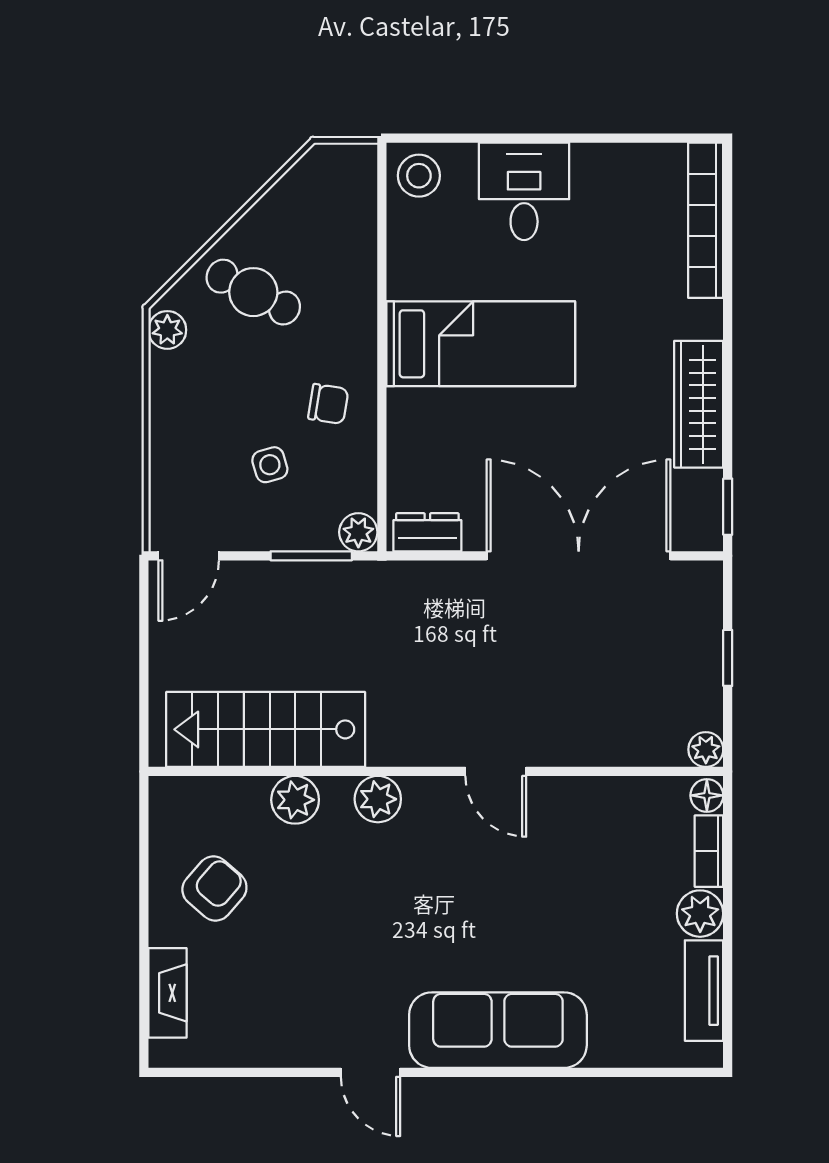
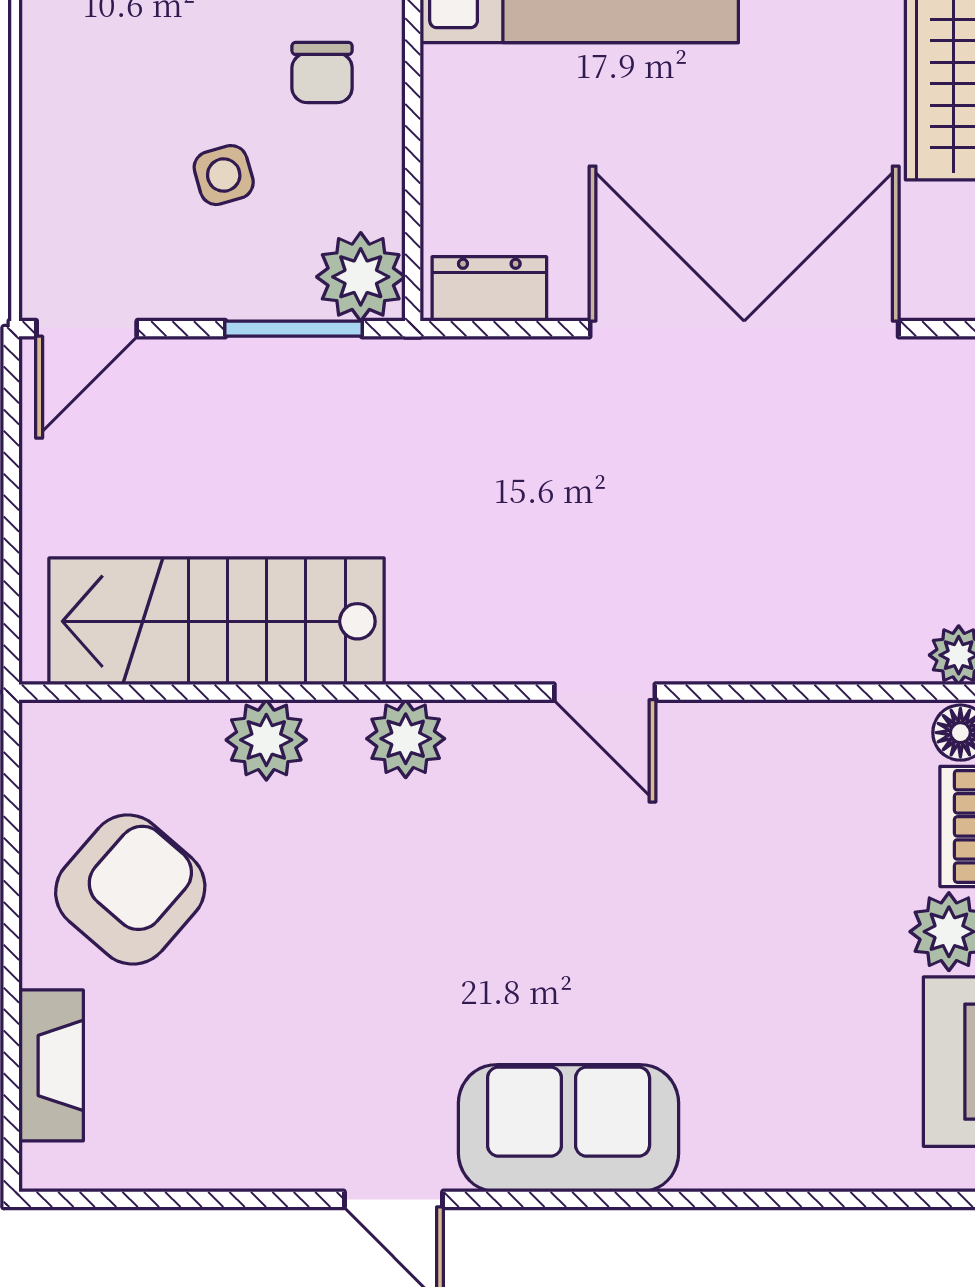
chair: (328, 404) -> (322, 72), turned 81
plant: (358, 532) -> (361, 277), width x1.38, depth x1.38
armchair: (214, 889) -> (130, 890), width x1.38, depth x1.38
sofa: (498, 1030) -> (569, 1128), width x0.73

